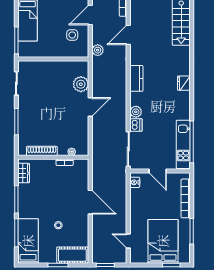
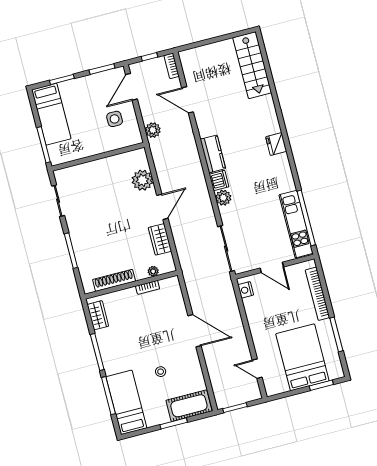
door: (128, 35) -> (188, 100), hinge flipped
dishwasher: (136, 125) -> (219, 180), moved
wardrobe: (82, 130) -> (160, 239), added

